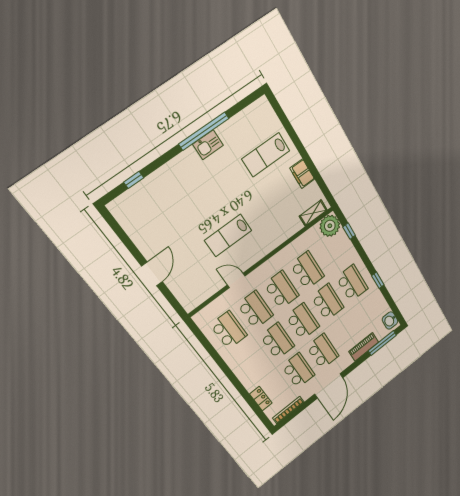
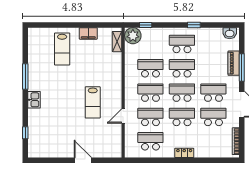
window: (204, 131) -> (25, 77), width x0.68
kitchen sink: (208, 145) -> (34, 100), moved
window: (382, 343) -> (242, 67), moved
locker: (261, 399) -> (184, 153), moved

